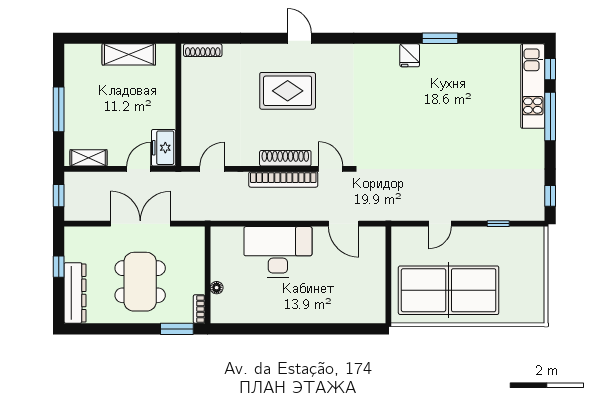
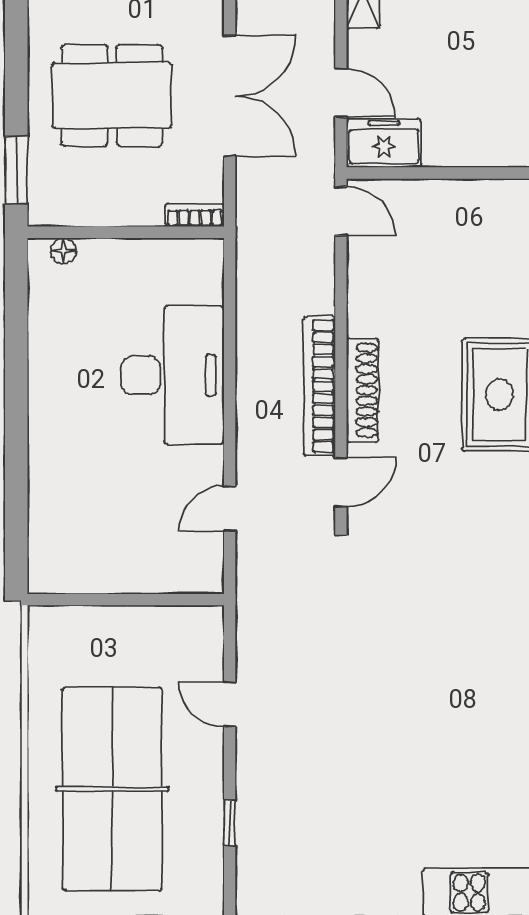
door: (212, 169) -> (341, 211), moved
door: (344, 224) -> (230, 508), width x0.73
floor lamp: (217, 288) -> (63, 251), moved
table tennis table: (449, 290) -> (112, 789), moved
bookcase: (199, 309) -> (195, 215), moved

